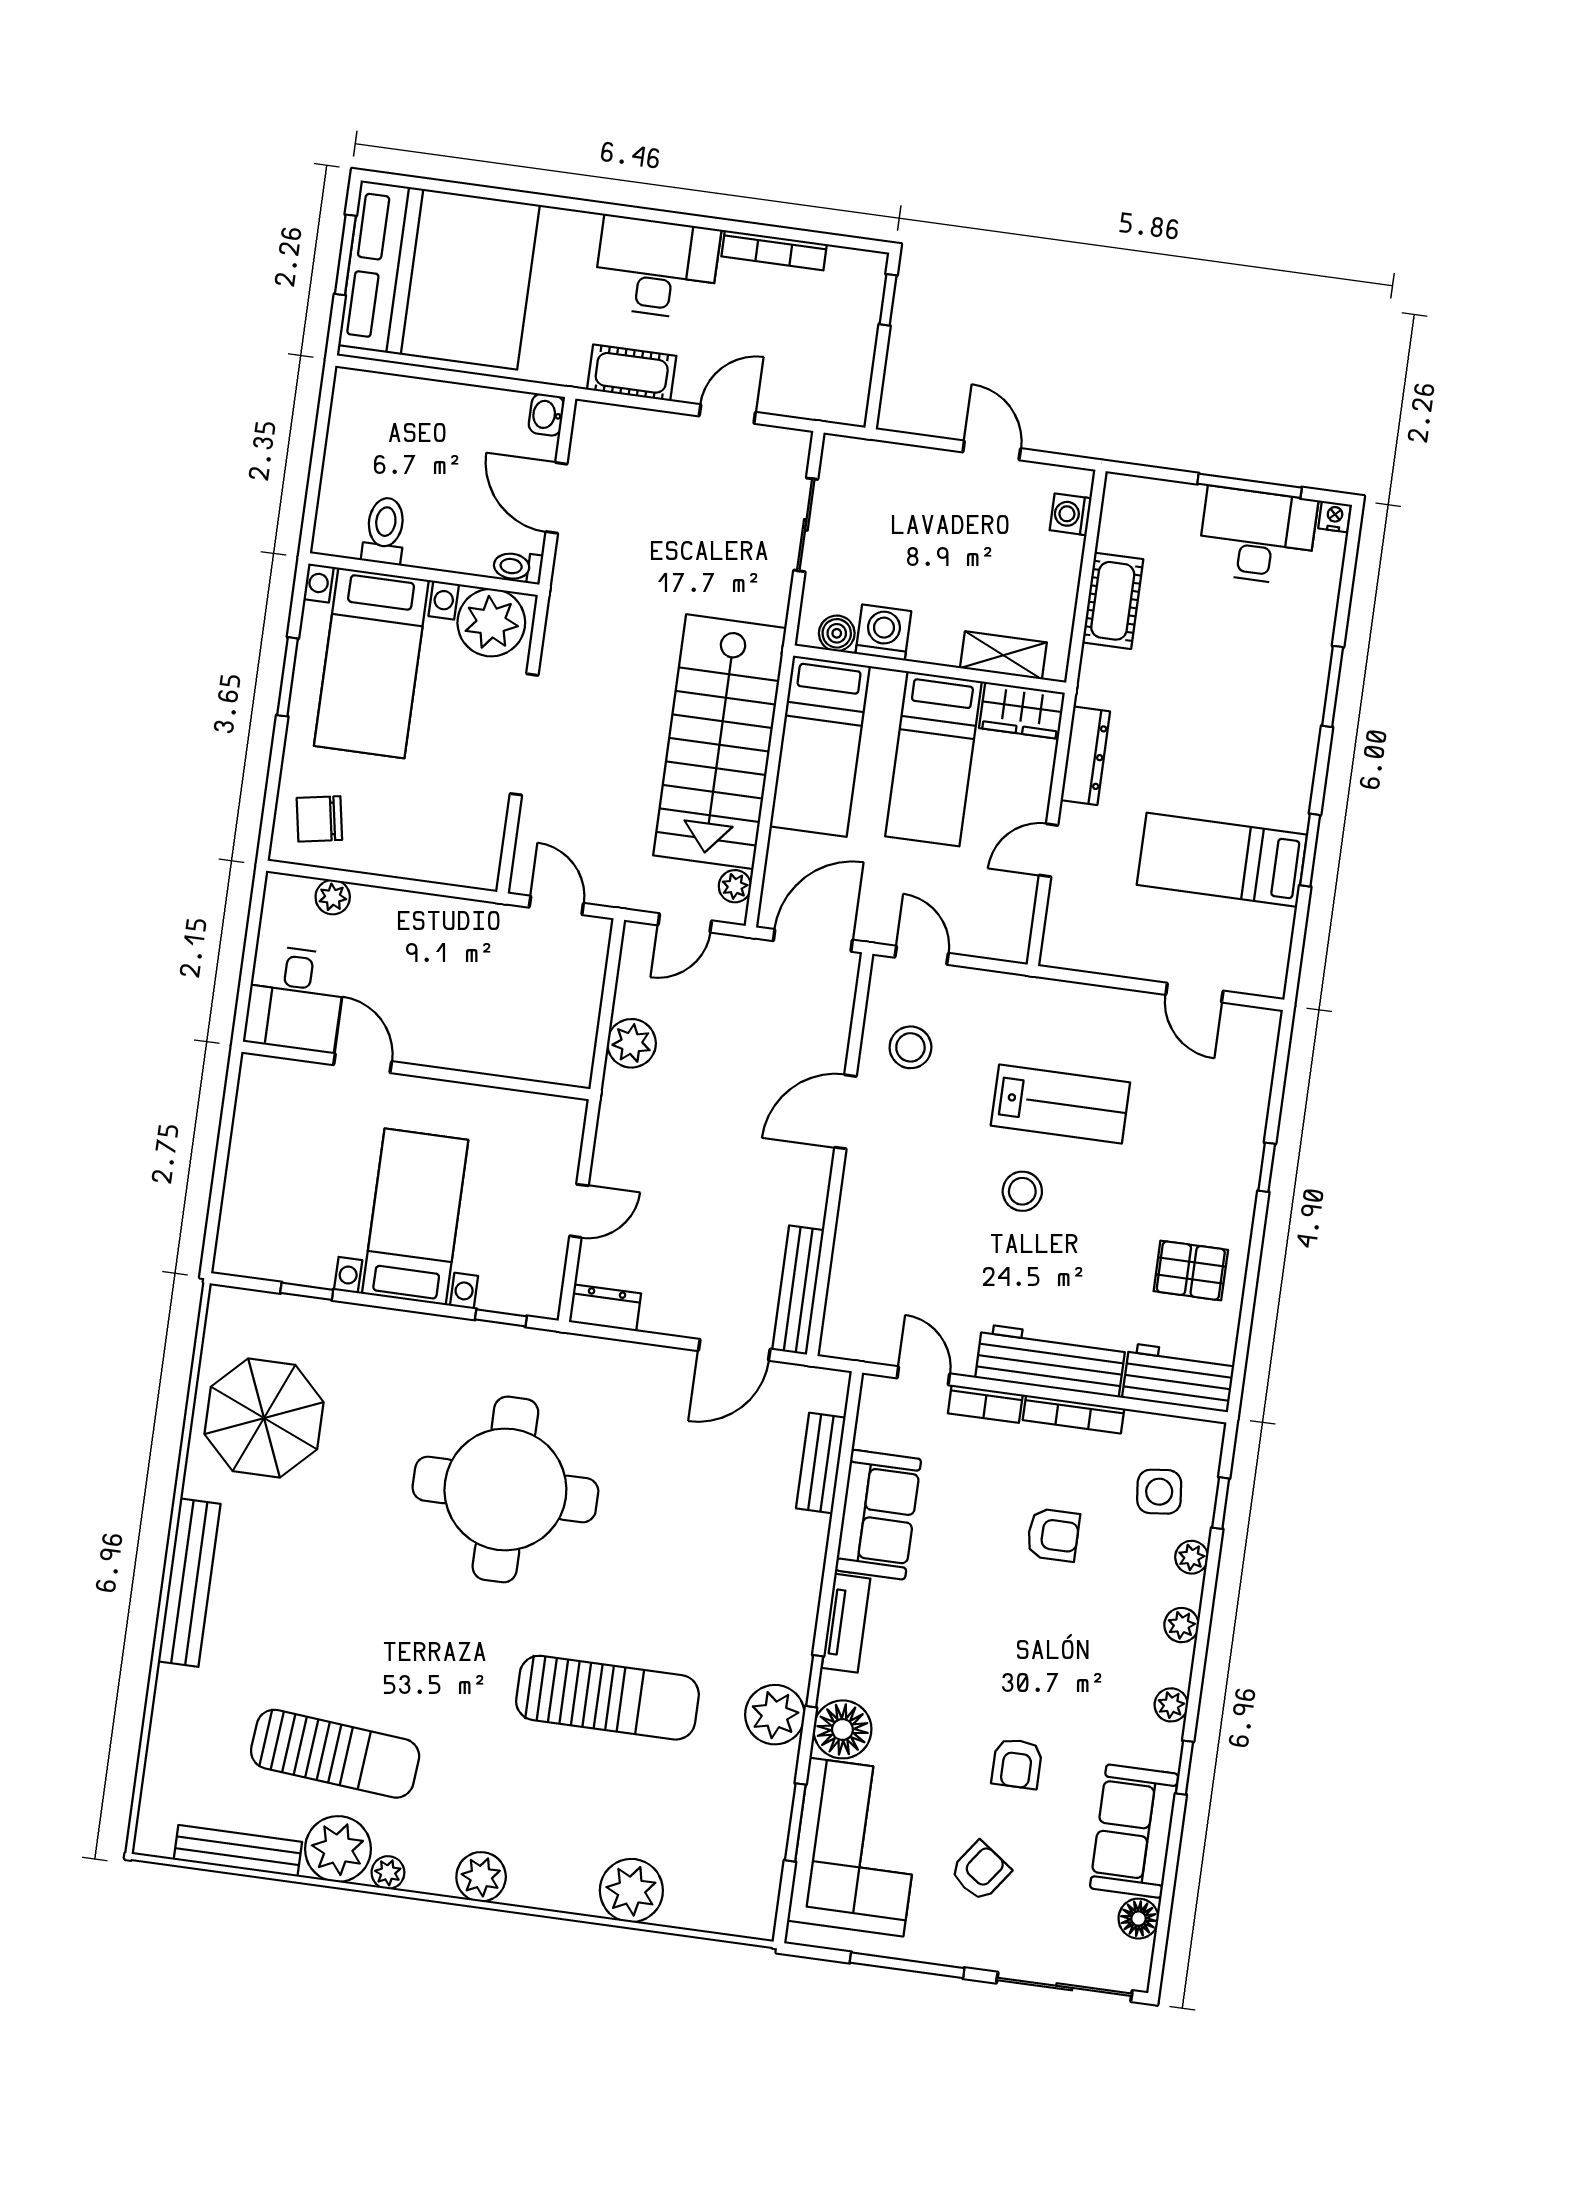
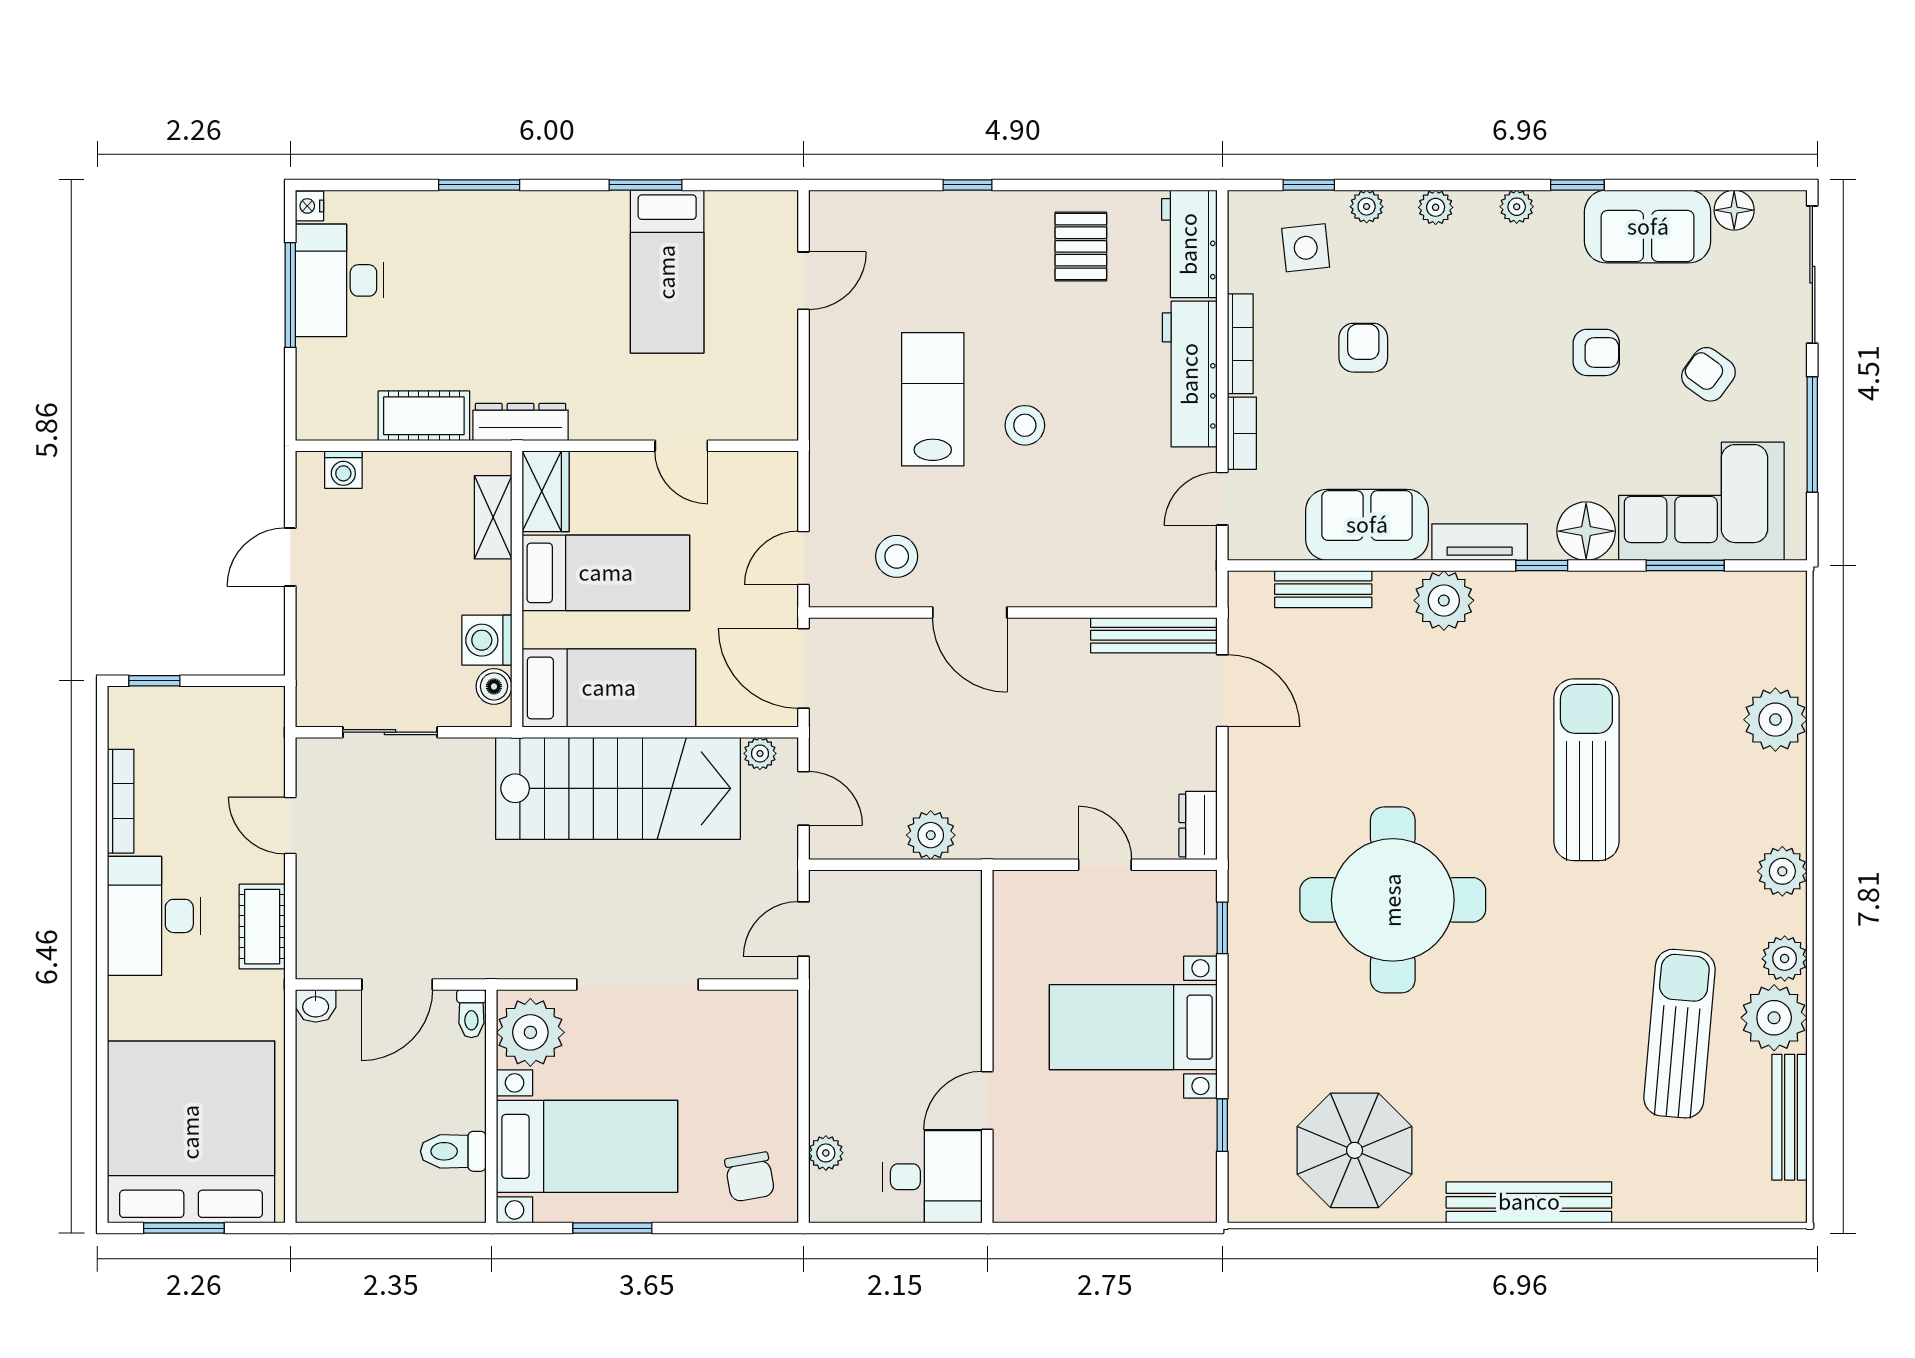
dresser: (1085, 756) -> (521, 422), moved
plant: (775, 1715) -> (1444, 600), moved
plant: (388, 1873) -> (1785, 959), width x1.38, depth x1.38

